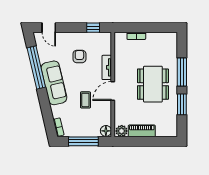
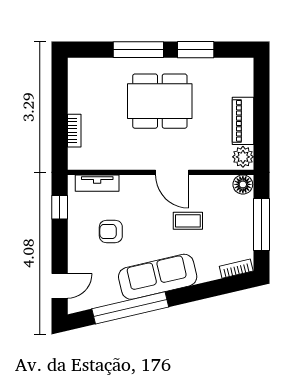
tv unit: (107, 67) -> (97, 183), moved

